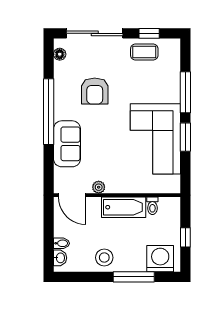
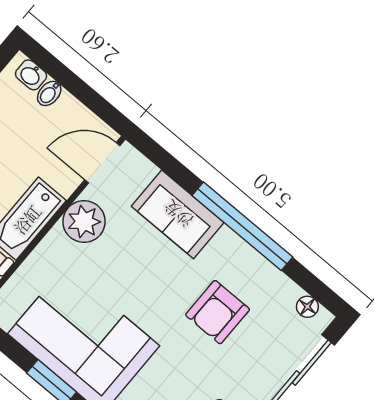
armchair: (95, 91) -> (218, 312), turned -90
plant: (99, 187) -> (84, 222), width x1.88, depth x1.88

